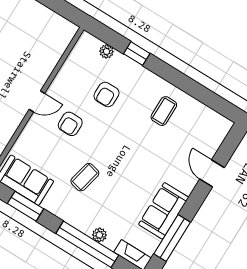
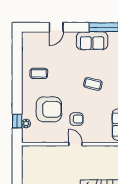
window: (137, 54) -> (17, 121), moved
armchair: (106, 94) -> (49, 109), width x1.88, depth x1.88
coffee table: (85, 177) -> (93, 84), moved

